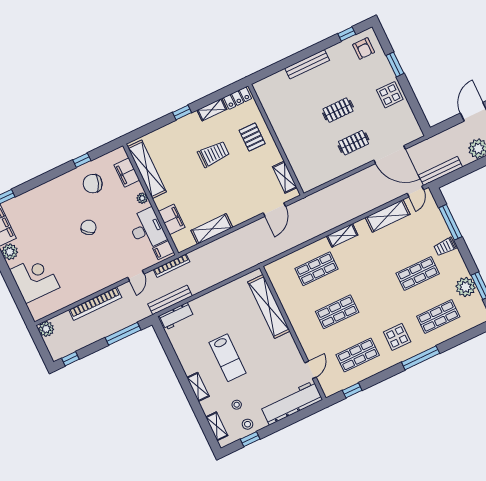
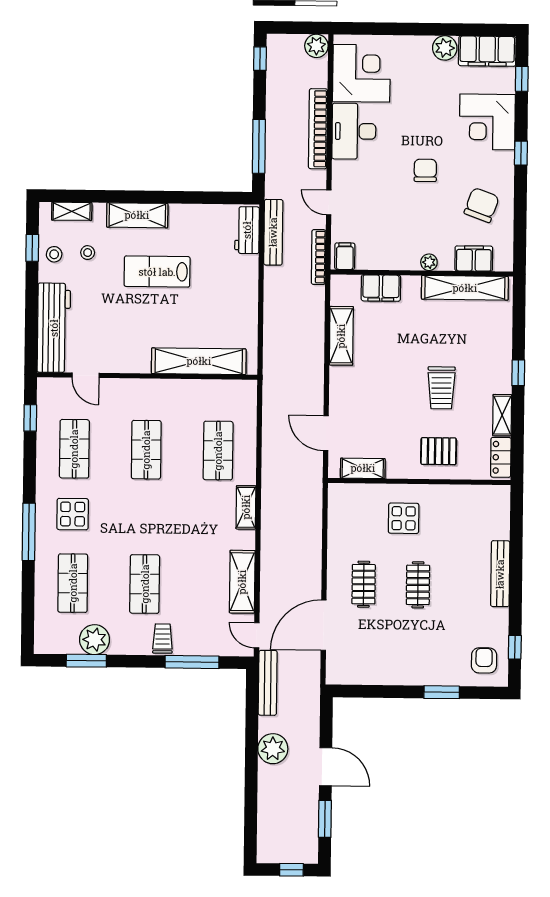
armchair: (364, 48) -> (484, 660), turned 90
display table: (390, 95) -> (404, 518), moved
window: (82, 160) -> (521, 153), moved
corner desk: (41, 205) -> (487, 122), added
chair: (88, 227) -> (425, 170), turned -130
desk: (147, 229) -> (354, 131), moved, turned 90
corner desk: (35, 279) -> (361, 73), moved, turned -90
shelving: (198, 387) -> (137, 215), width x1.50, depth x1.33

